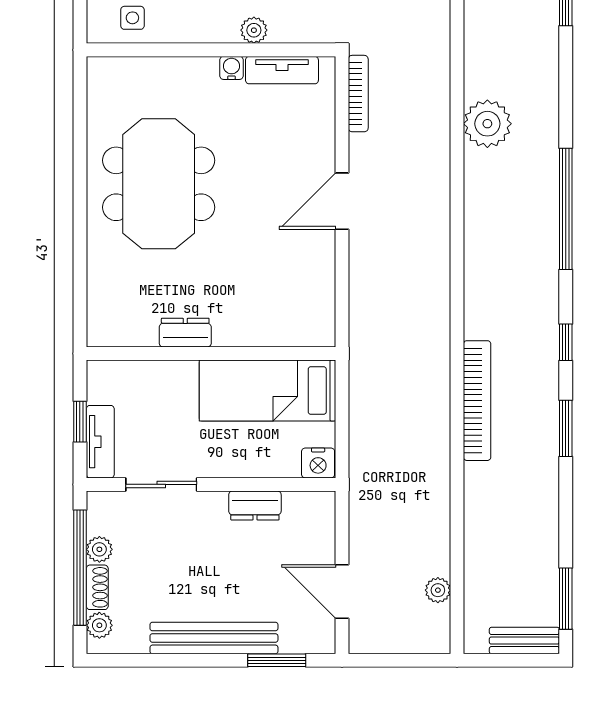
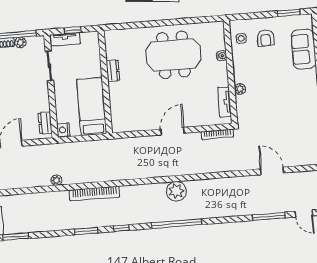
water cooler: (231, 68) -> (222, 56), moved
plant: (487, 124) -> (176, 191), moved
door: (342, 201) -> (172, 131), hinge flipped
dresser: (255, 506) -> (45, 123), moved
plant: (438, 590) -> (56, 180), moved

